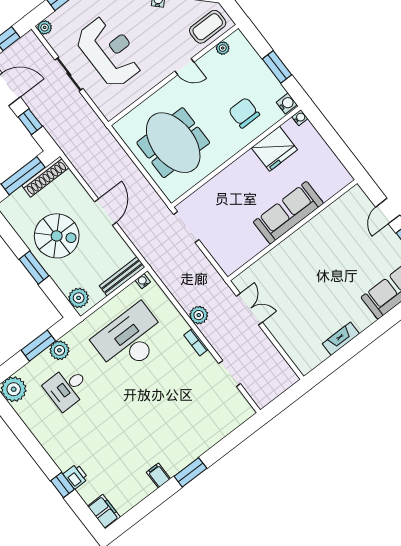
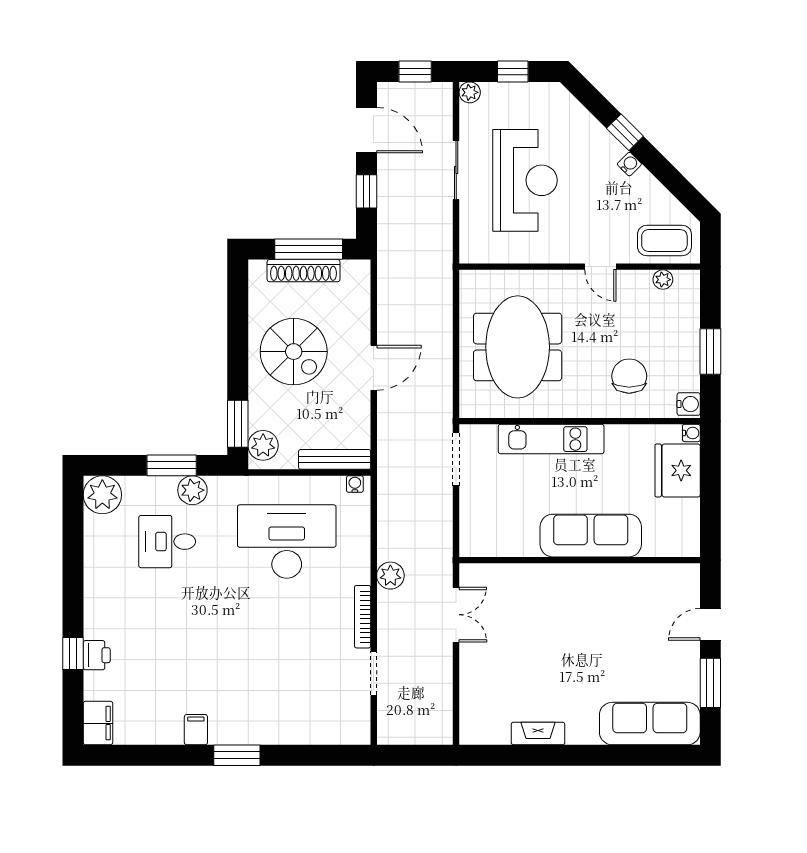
fridge: (274, 149) -> (678, 470), moved, turned 90
shoe rack: (45, 177) -> (304, 271), moved
kitchen unit: (228, 178) -> (551, 439), added
window: (34, 268) -> (238, 424), moved
bookcase: (196, 342) -> (363, 617), width x1.56

